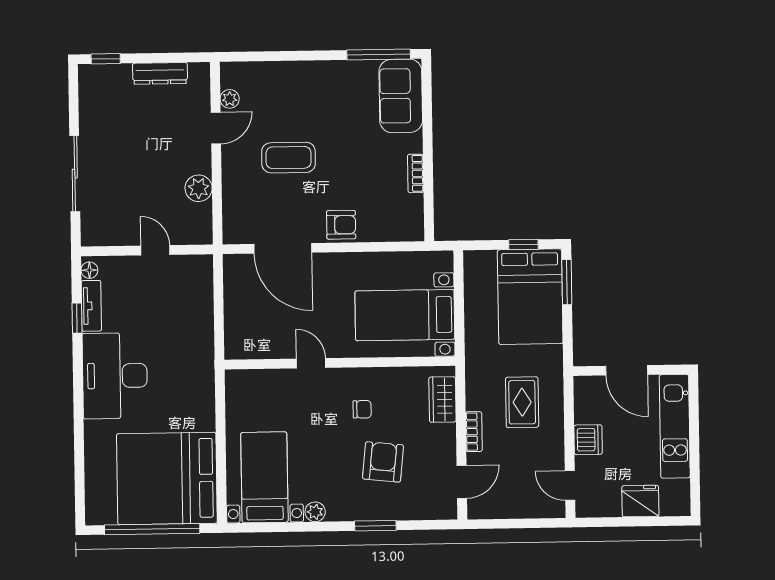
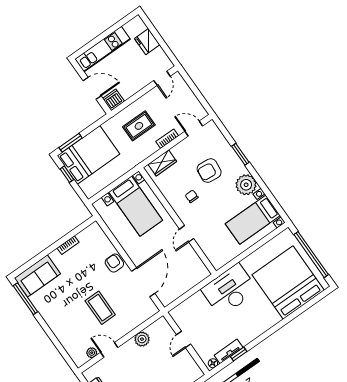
door: (627, 370) -> (92, 88), hinge flipped
desk: (115, 376) -> (229, 290), moved, turned 180
dishwasher: (588, 440) -> (113, 100), moved
bed: (167, 478) -> (288, 282), moved, turned 180
plant: (315, 512) -> (246, 185), width x1.88, depth x1.88

